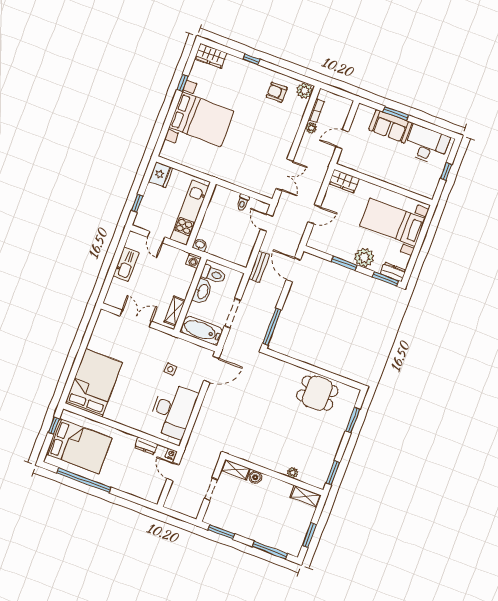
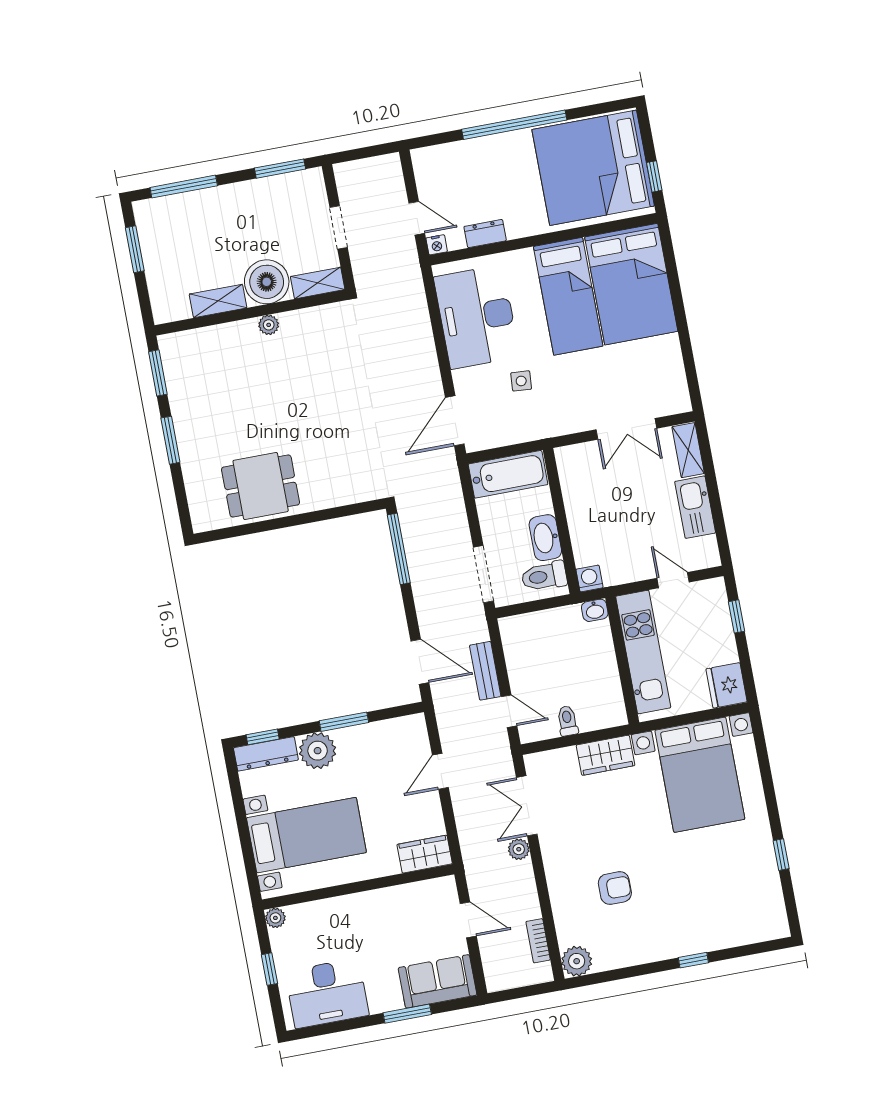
wardrobe: (211, 56) -> (606, 755), moved, turned 180
armchair: (277, 92) -> (615, 888), moved
bed with nightstands: (201, 119) -> (700, 775), moved, turned -90
sofa: (391, 126) -> (438, 981), moved
plant: (311, 128) -> (519, 849), moved
door: (342, 139) -> (468, 920), hinge flipped
plant: (429, 193) -> (275, 918), added
bench: (259, 267) -> (485, 671), moved
dresser: (393, 272) -> (266, 754), width x1.44
window: (385, 279) -> (263, 737), width x0.67
shelving: (175, 311) -> (688, 450), moved
doorway: (233, 313) -> (483, 574), moved
bed: (126, 395) -> (568, 296), added
window: (353, 420) -> (170, 440), moved
bed: (79, 446) -> (593, 168), width x1.36
plant: (293, 473) -> (269, 325), moved
boiler: (255, 477) -> (267, 282), width x1.86, depth x1.86
window: (84, 480) -> (514, 125), moved
shelving: (306, 496) -> (218, 301), moved

